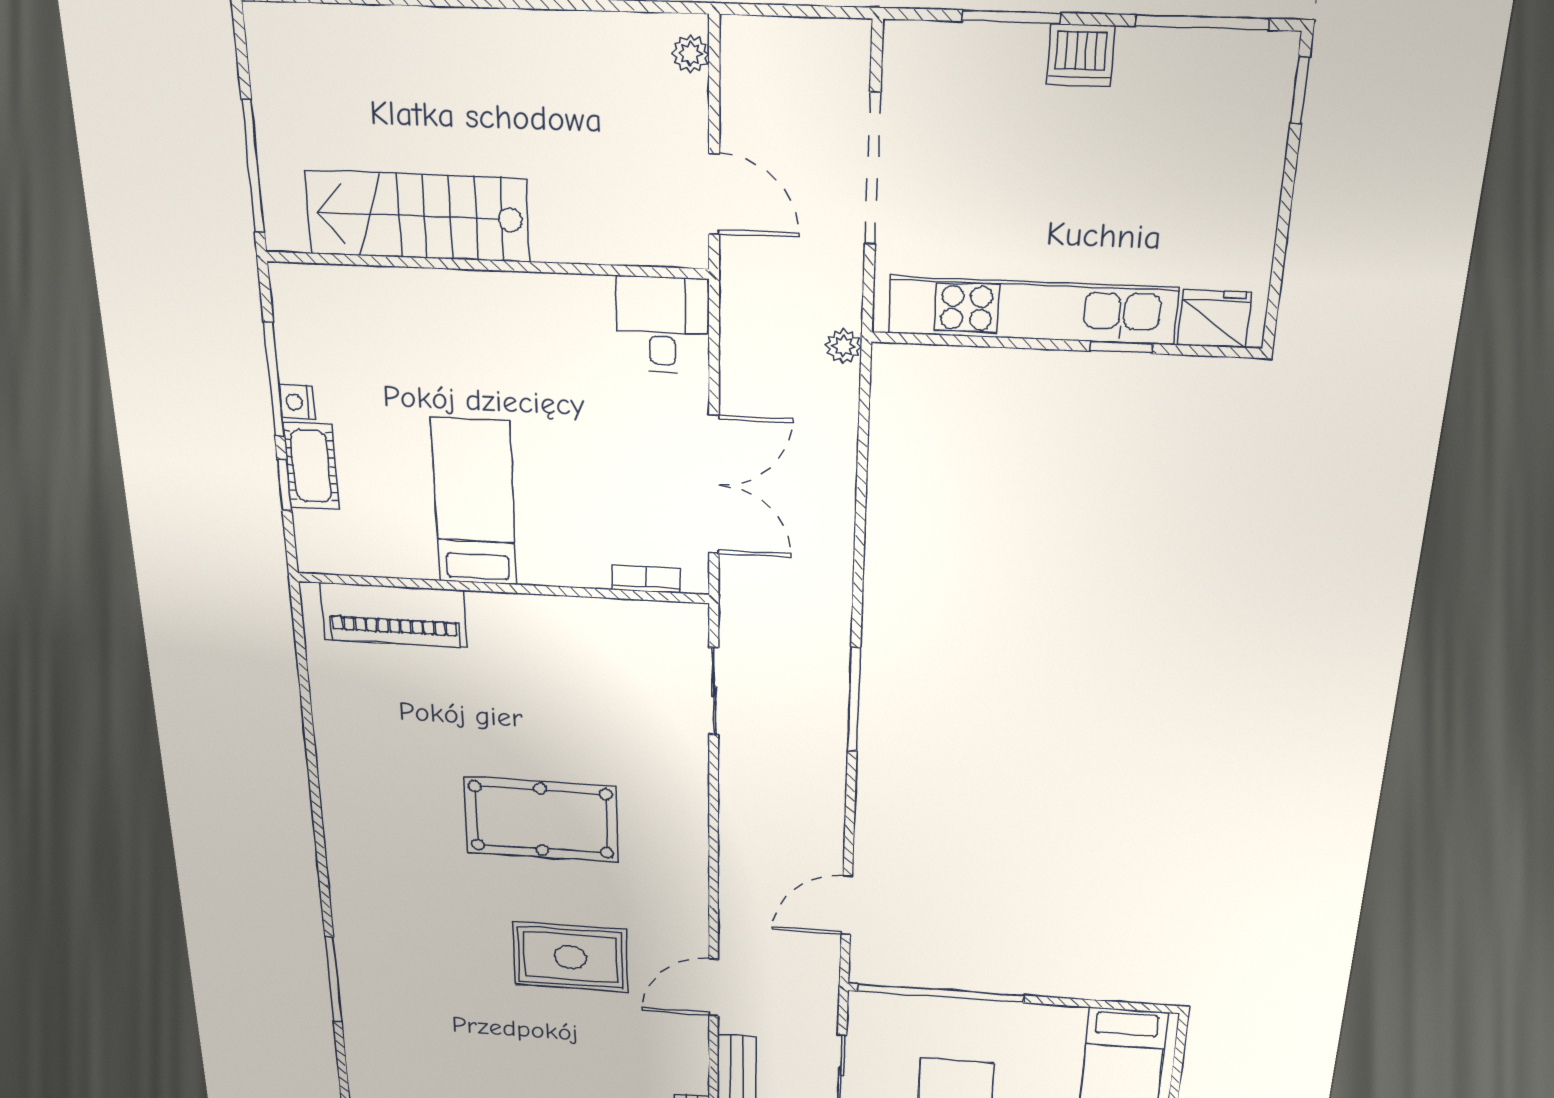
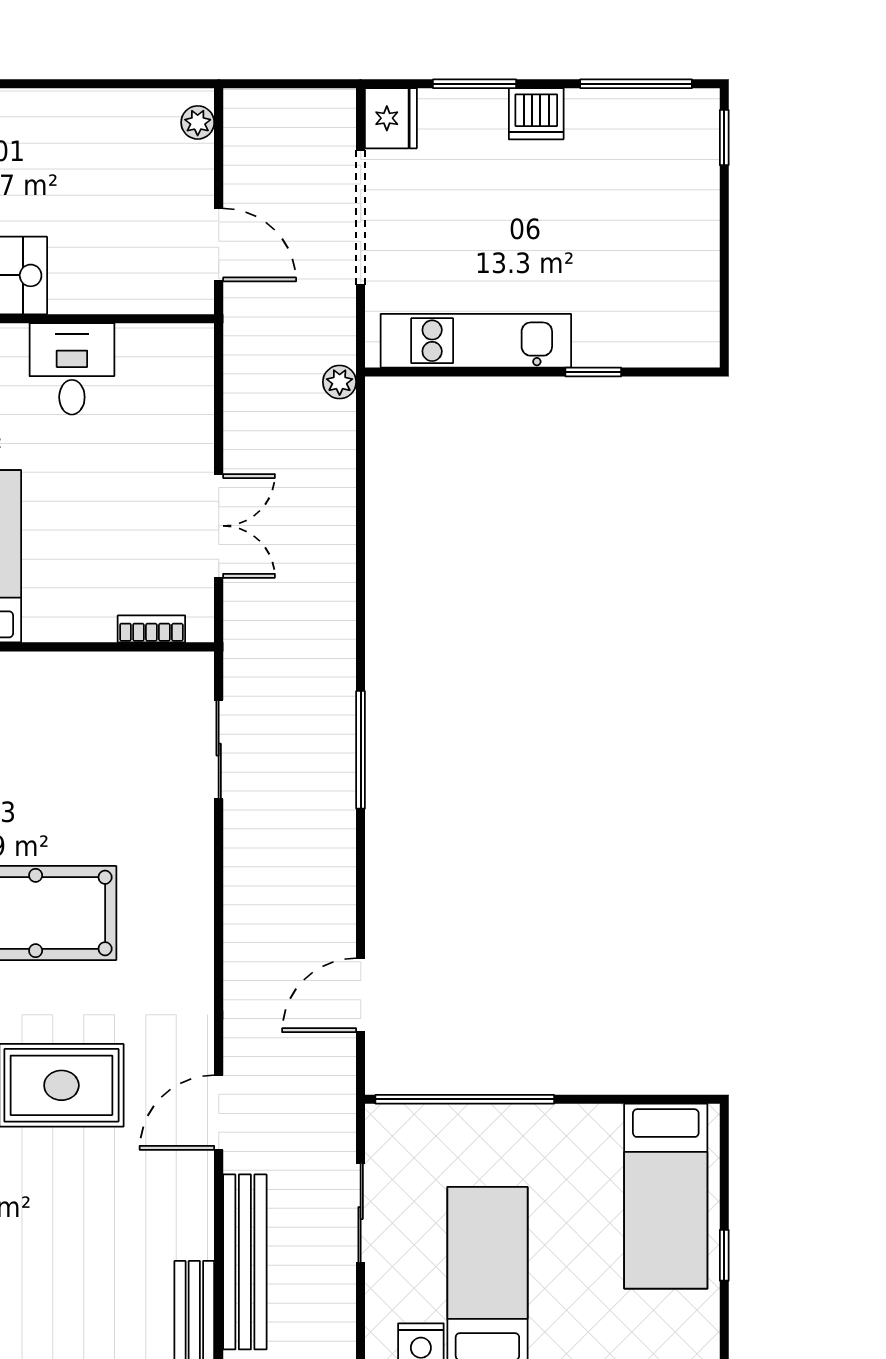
kitchen unit: (1032, 310) -> (476, 341), width x0.73
fridge: (1214, 319) -> (391, 118), moved, turned 90
desk: (662, 325) -> (72, 369), moved
double door: (714, 485) -> (219, 526), width x0.73

